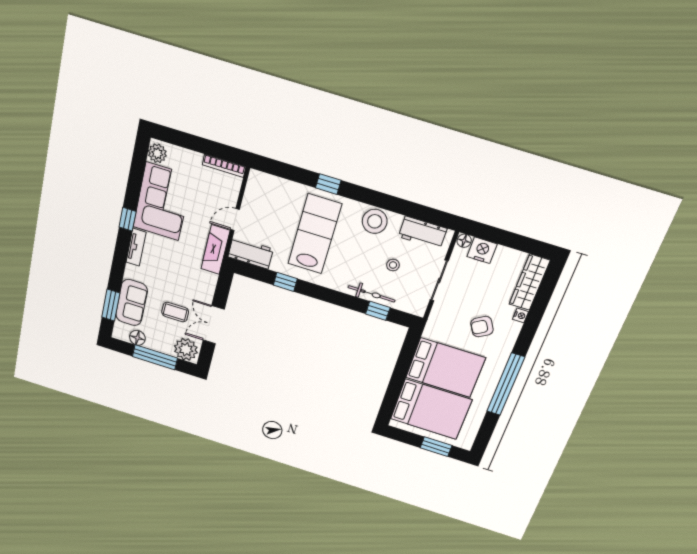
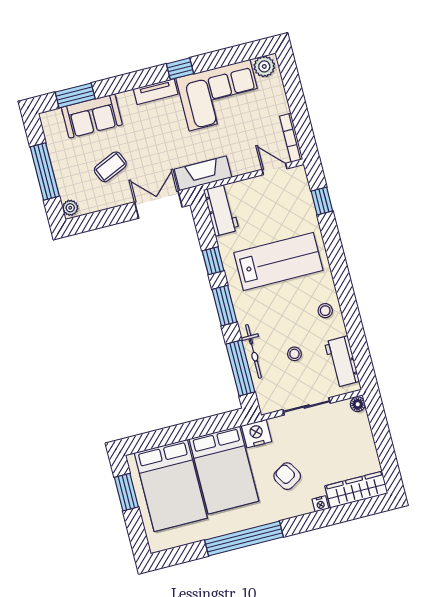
window: (328, 184) -> (322, 201), moved
door: (235, 220) -> (274, 169), moved
stool: (375, 221) -> (325, 311), width x0.53, depth x0.53
nightstand: (482, 250) -> (257, 434), moved, turned -90
window: (324, 294) -> (225, 306), added
window: (378, 311) -> (240, 368), width x2.17
coffee table: (175, 312) -> (110, 167), turned 66
double door: (214, 325) -> (158, 204), moved
floor lamp: (137, 338) -> (55, 142), removed
plant: (186, 349) -> (70, 208), width x0.53, depth x0.53
window: (436, 447) -> (126, 492), moved

